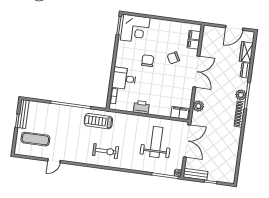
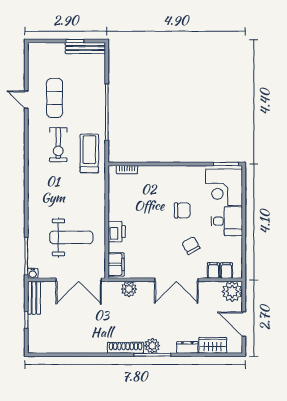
plant: (210, 33) -> (232, 291), added
desk: (124, 79) -> (227, 221), moved, turned 90
printer: (141, 107) -> (117, 232), moved
exercise mat: (35, 139) -> (55, 98), moved
exercise bike: (106, 151) -> (58, 145), moved

